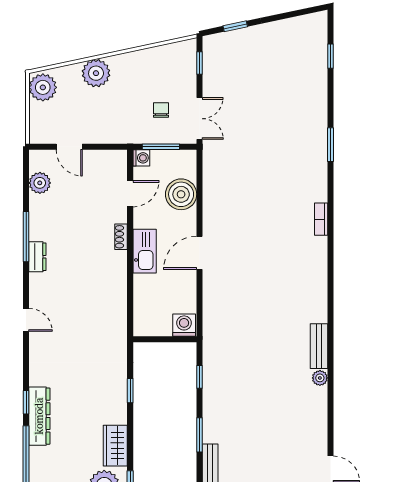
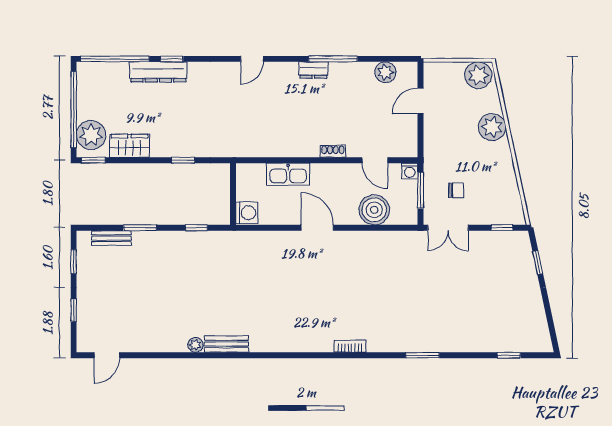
kitchen sink: (145, 251) -> (288, 174), moved

